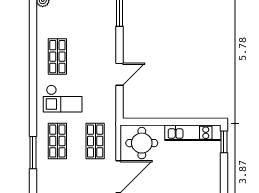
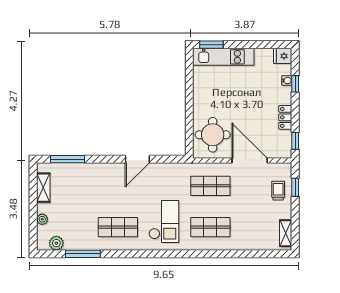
door: (120, 74) -> (137, 159), swing flipped
kitchen unit: (193, 133) -> (223, 57), moved, turned 90
window: (33, 153) -> (83, 254), moved

